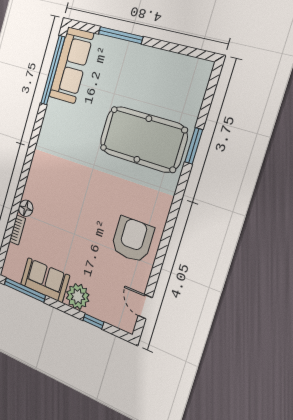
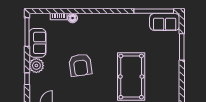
sofa: (71, 65) -> (165, 22), width x0.73
armchair: (132, 240) -> (80, 65), moved, turned 82

